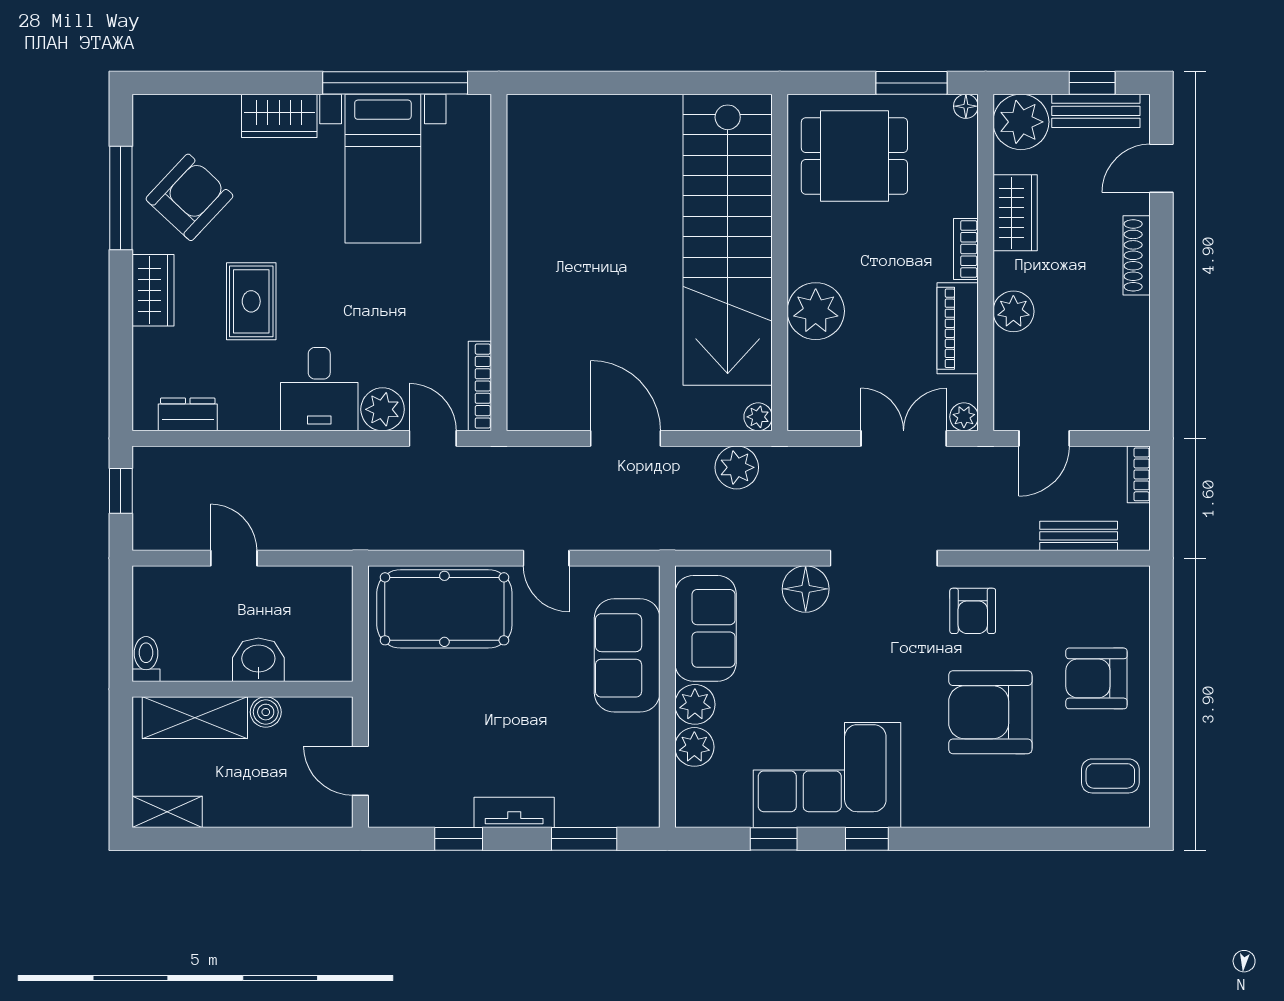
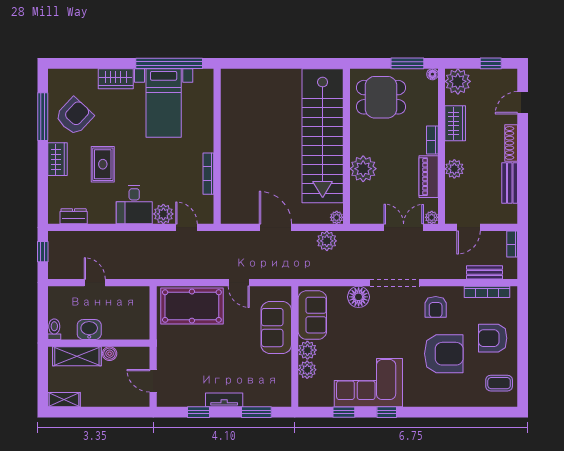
bench: (1096, 111) -> (510, 183), moved, turned 90
bookcase: (480, 386) -> (208, 174), moved
bookcase: (1084, 578) -> (487, 292), added
washbasin: (258, 660) -> (89, 330), moved
armchair: (990, 712) -> (444, 354), turned 180

